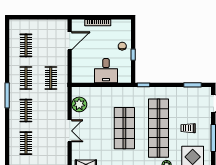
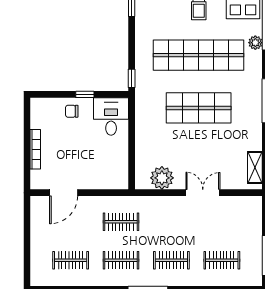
door: (70, 41) -> (64, 193), swing flipped
desk: (106, 71) -> (111, 116), moved, turned -90

